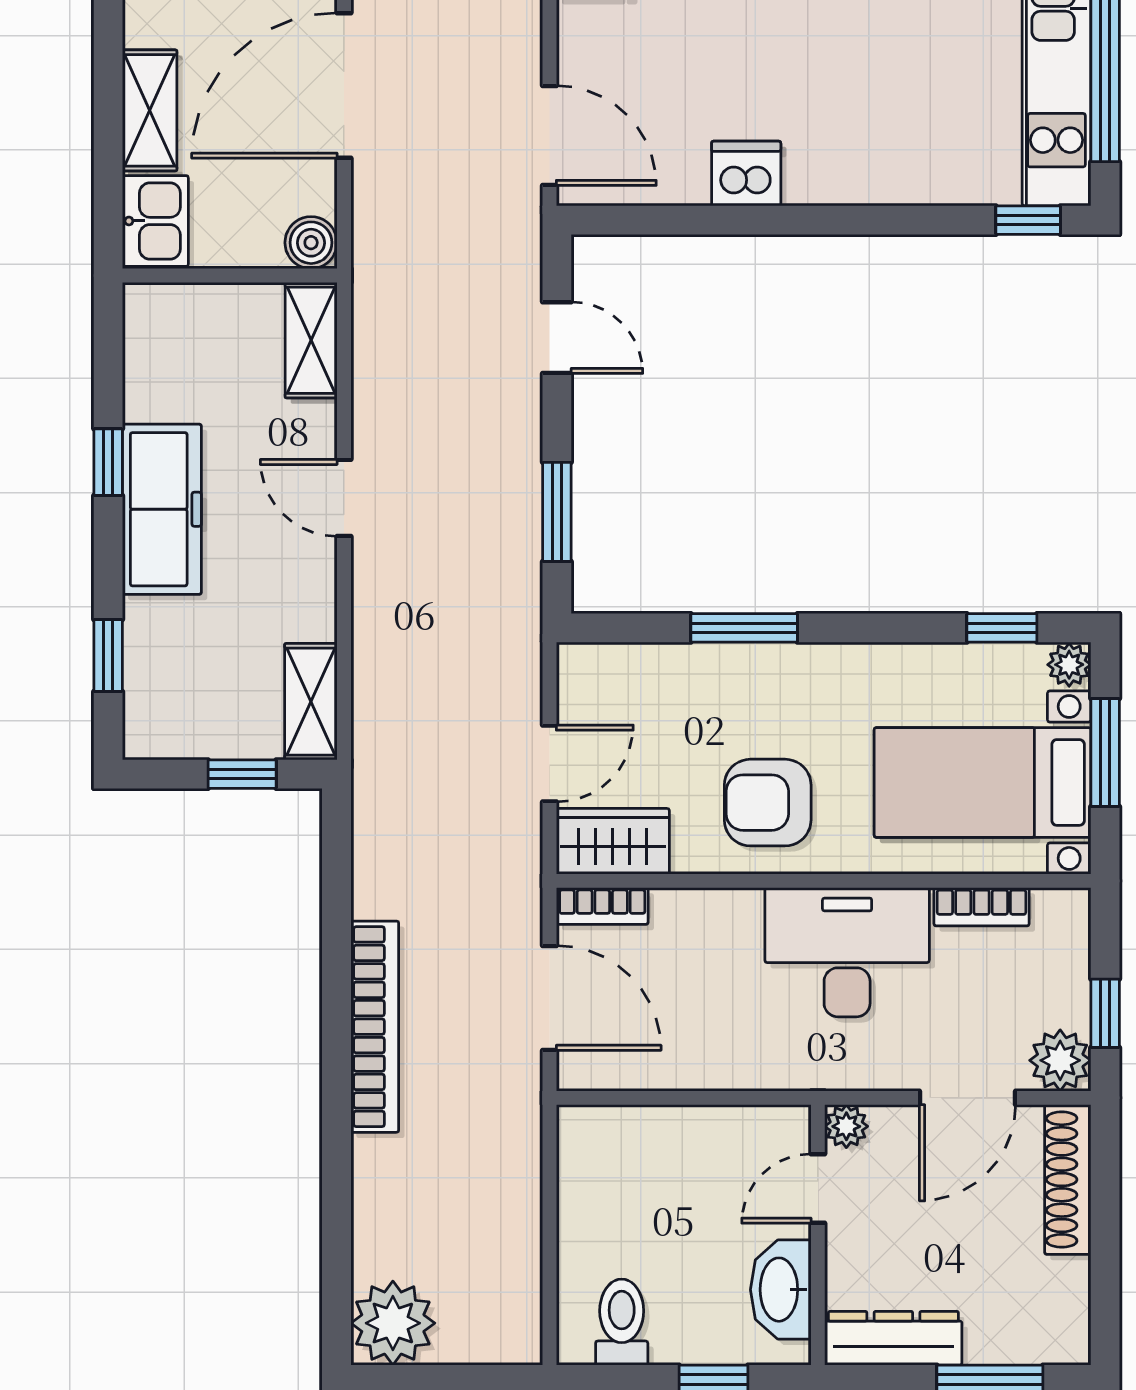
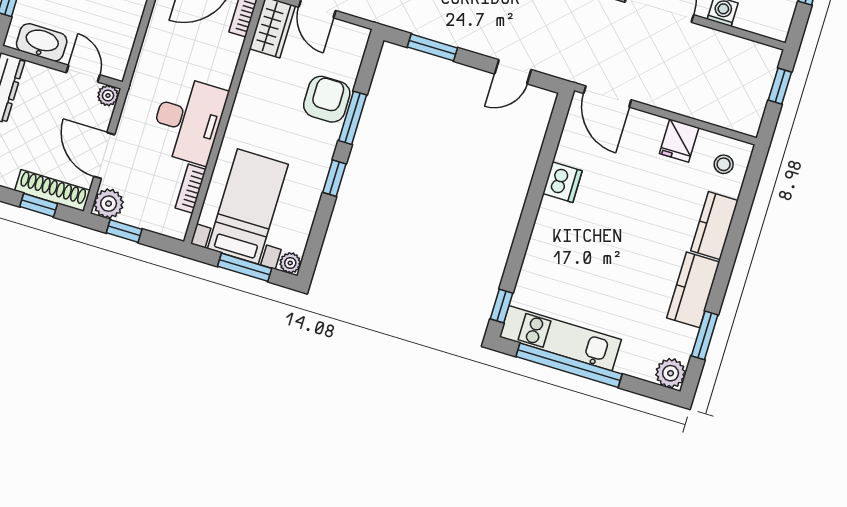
door: (549, 136) -> (607, 97), hinge flipped
window: (1002, 628) -> (334, 178), moved
armchair: (768, 803) -> (327, 99), moved
window: (1105, 1198) -> (39, 205), added

